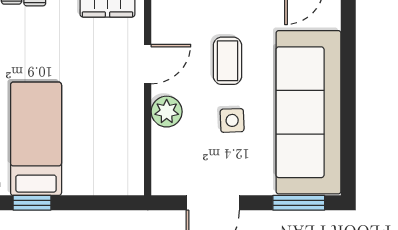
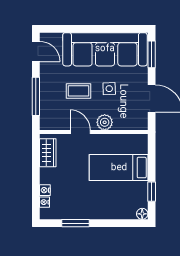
bed: (36, 139) -> (119, 168), moved

